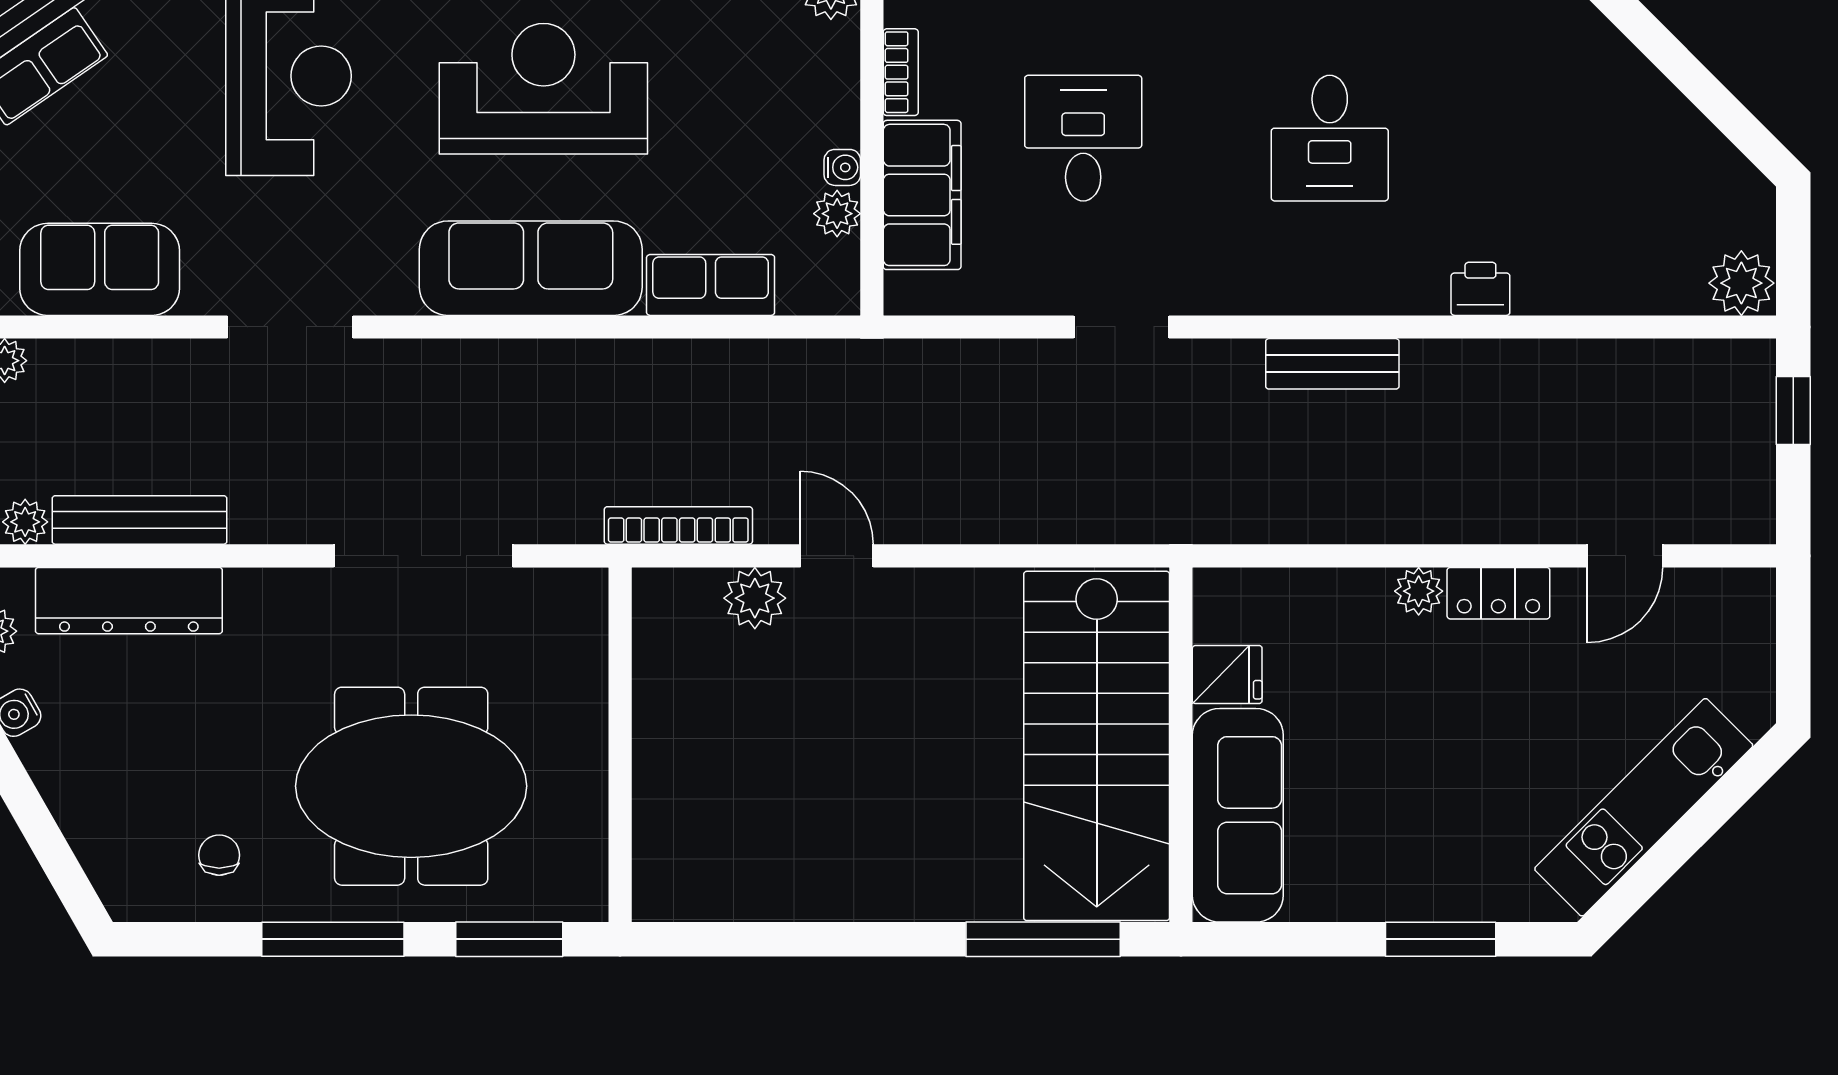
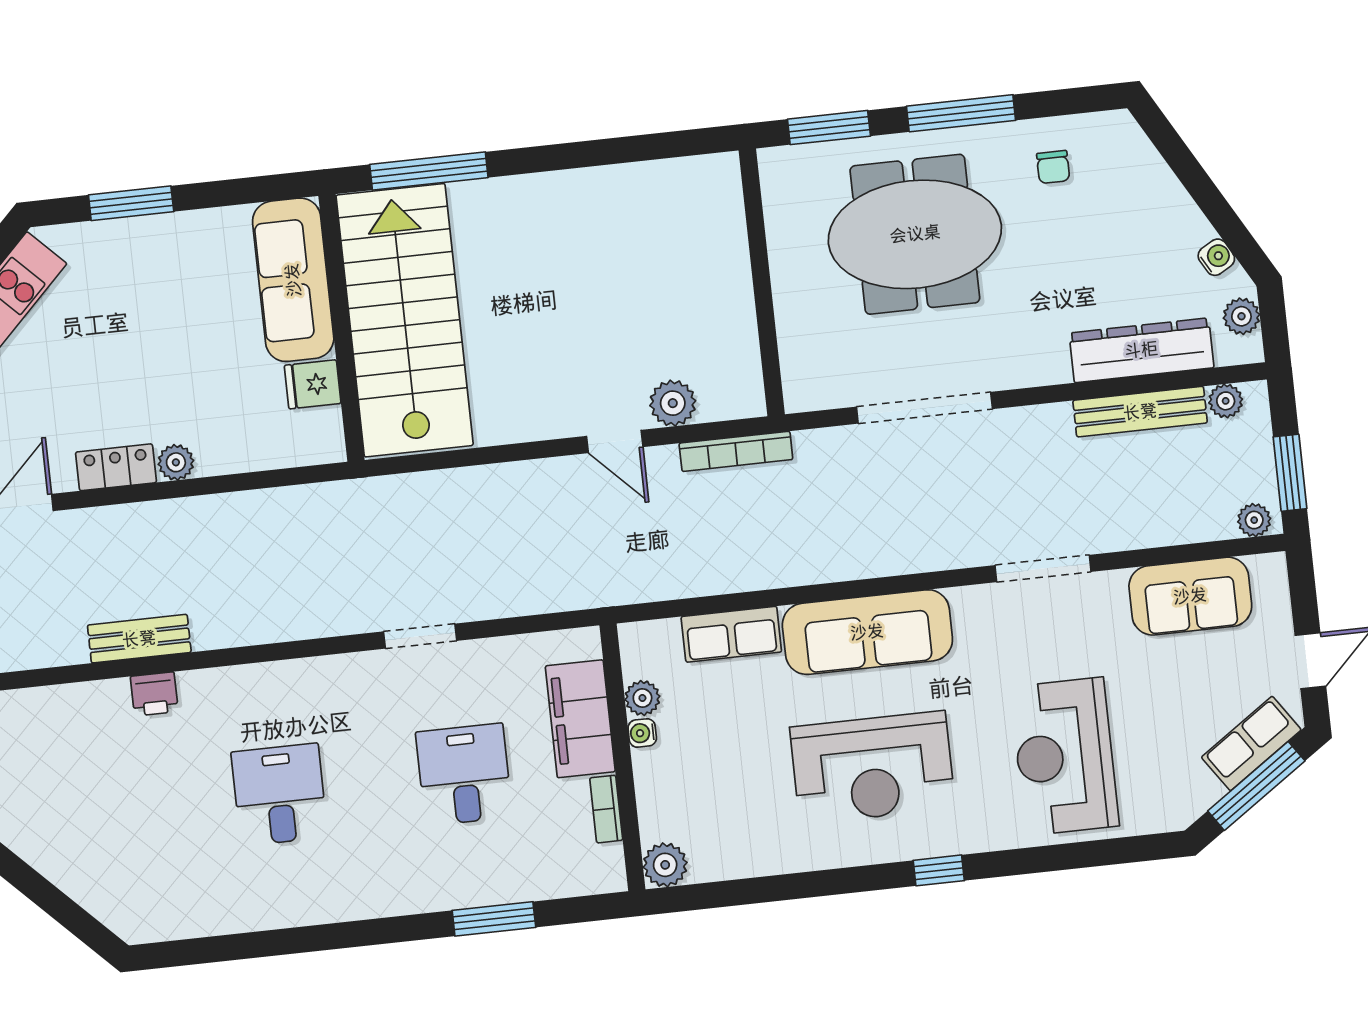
desk: (1083, 138) -> (464, 775), turned 180
bench: (1332, 364) -> (139, 639), moved

